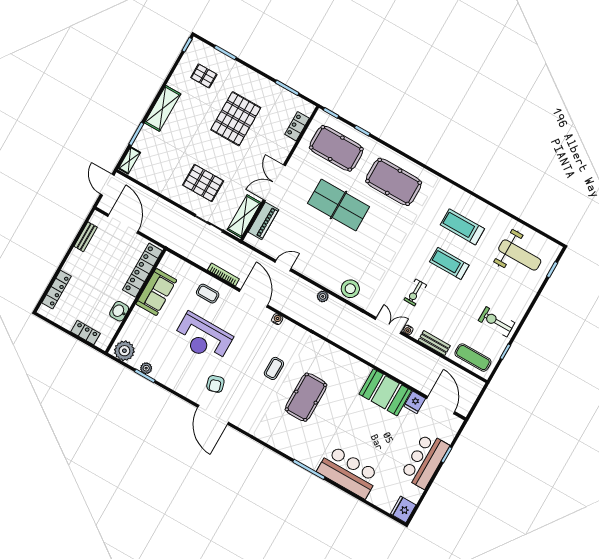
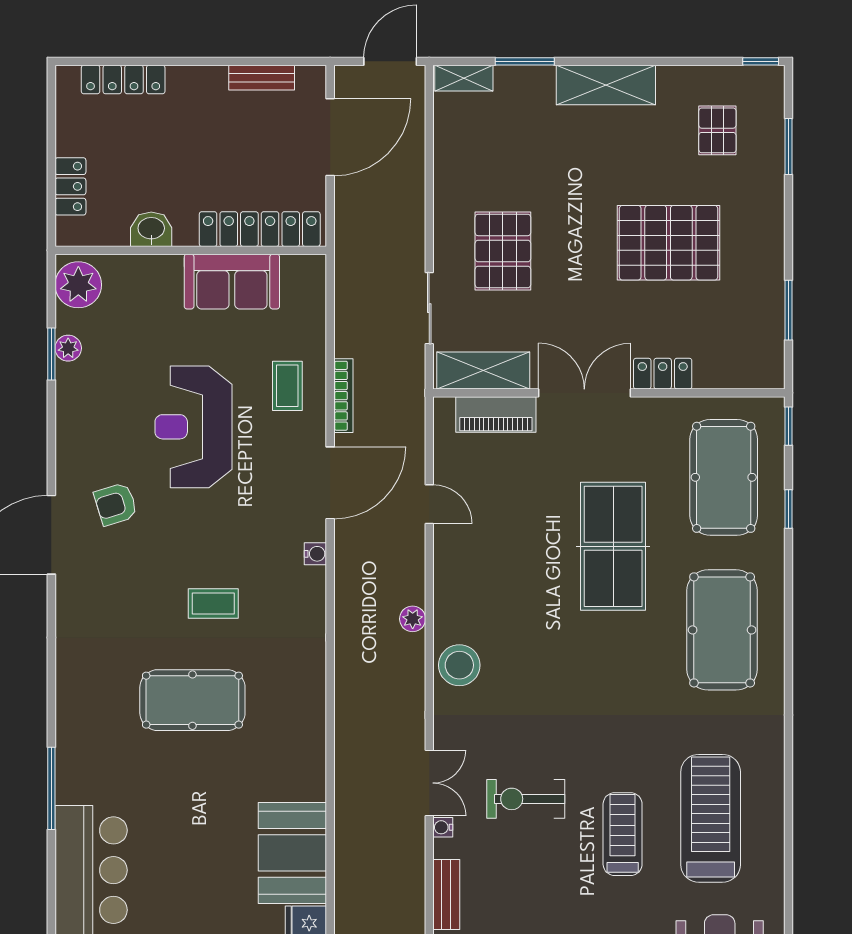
locker: (297, 126) -> (663, 374), moved
treadmill: (462, 227) -> (711, 818), width x1.37, depth x1.37
exercise bike: (415, 292) -> (526, 799), width x1.38, depth x1.39

